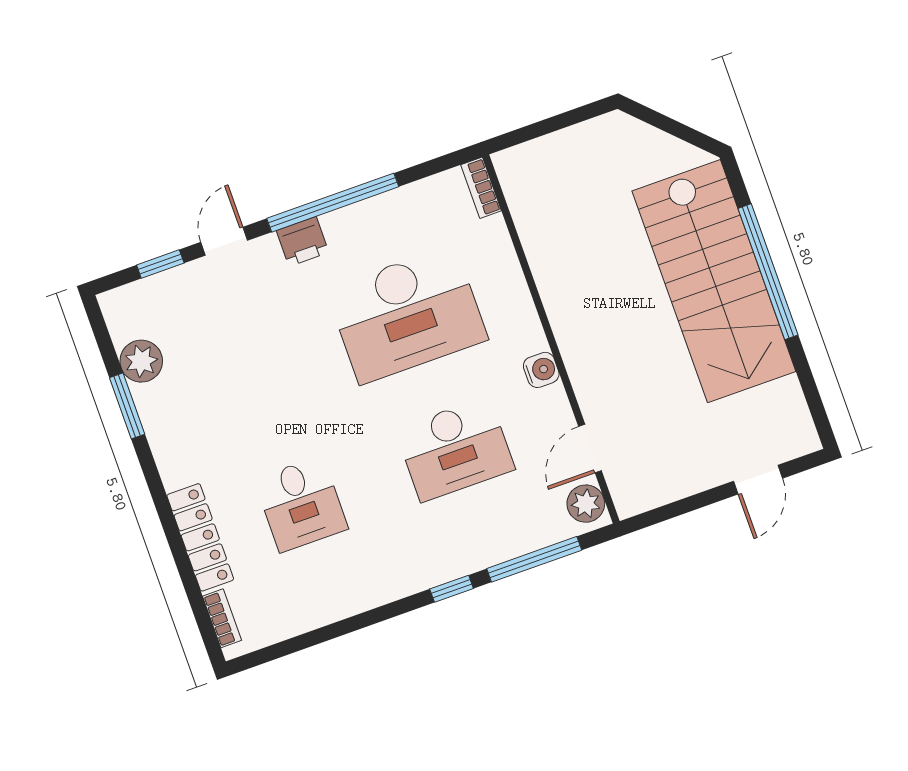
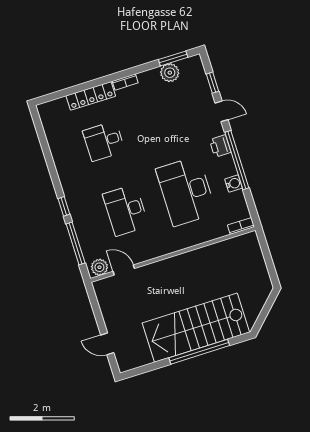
water cooler: (541, 370) -> (234, 184), moved, turned -90
window: (127, 406) -> (173, 58), moved
bookcase: (222, 618) -> (125, 82), moved

